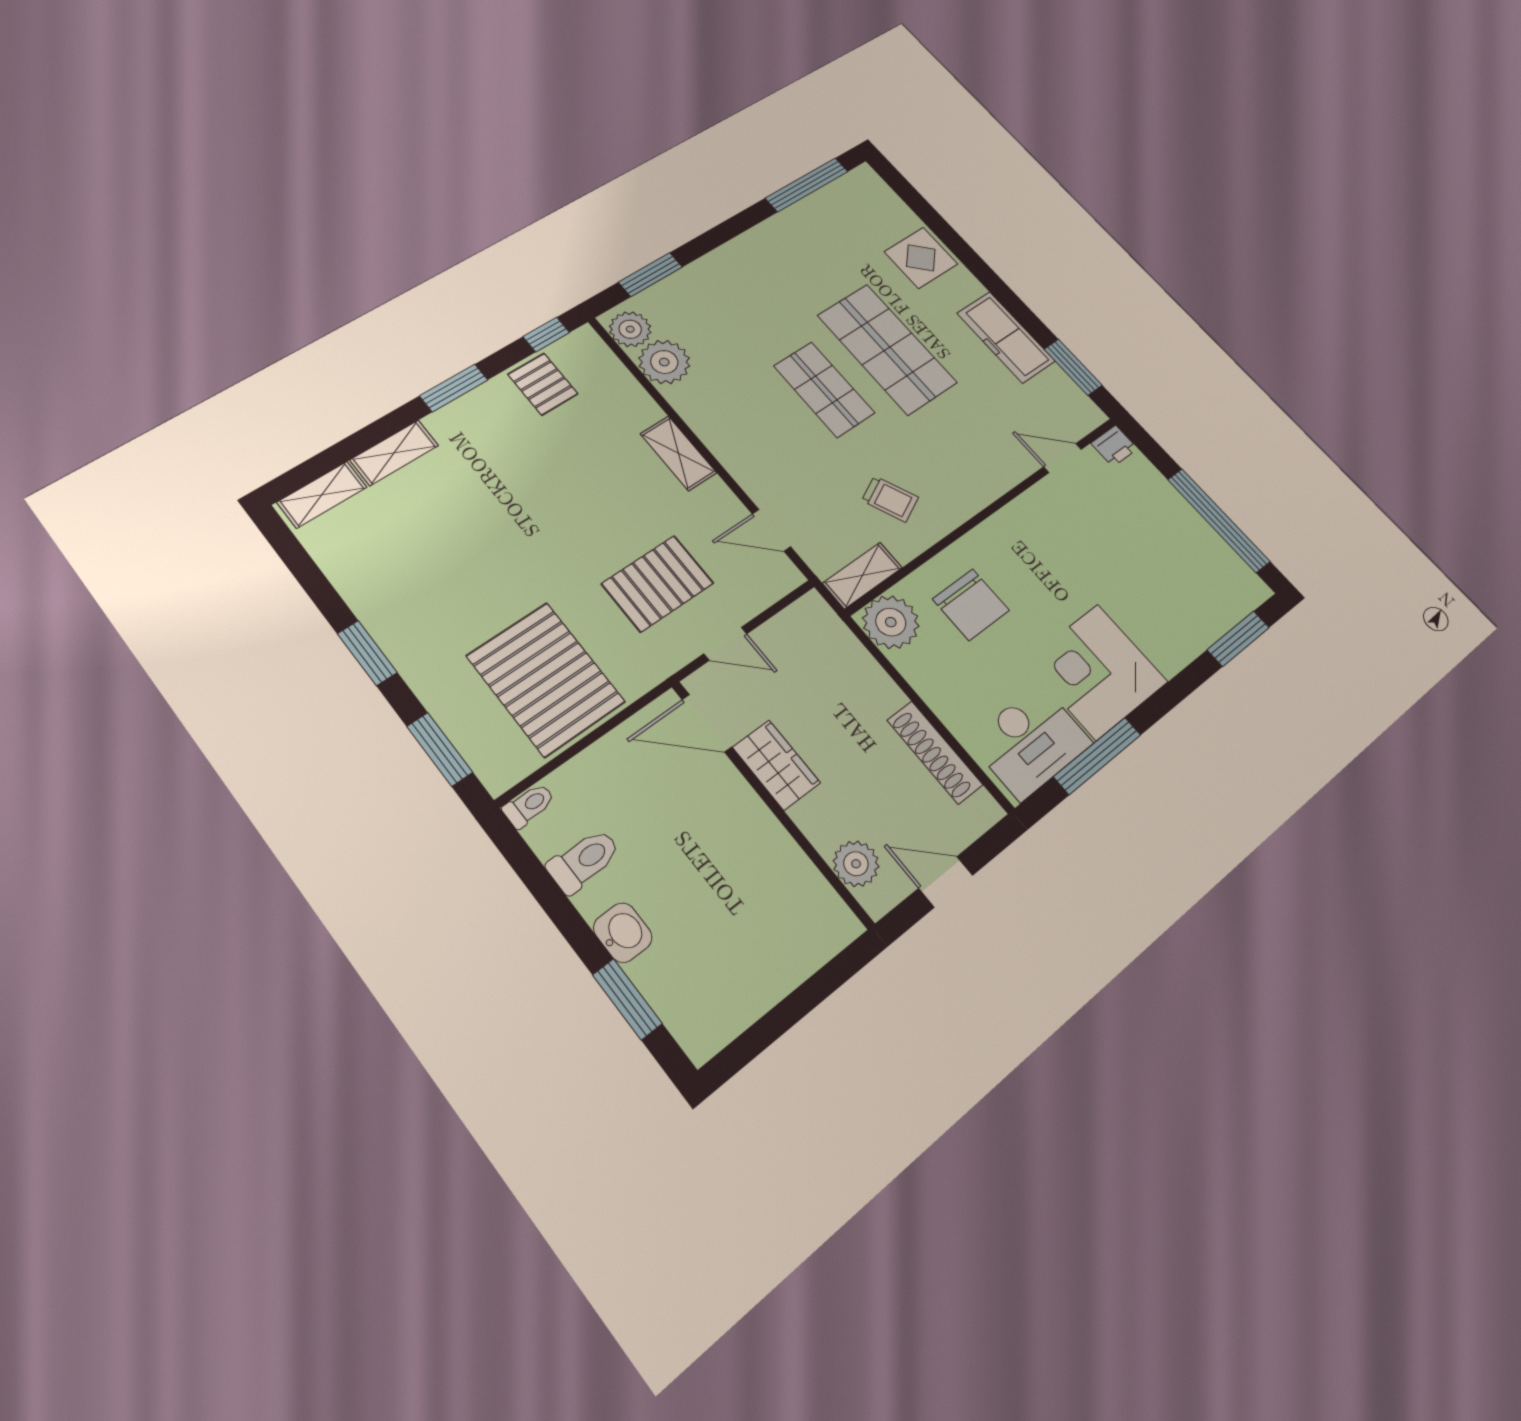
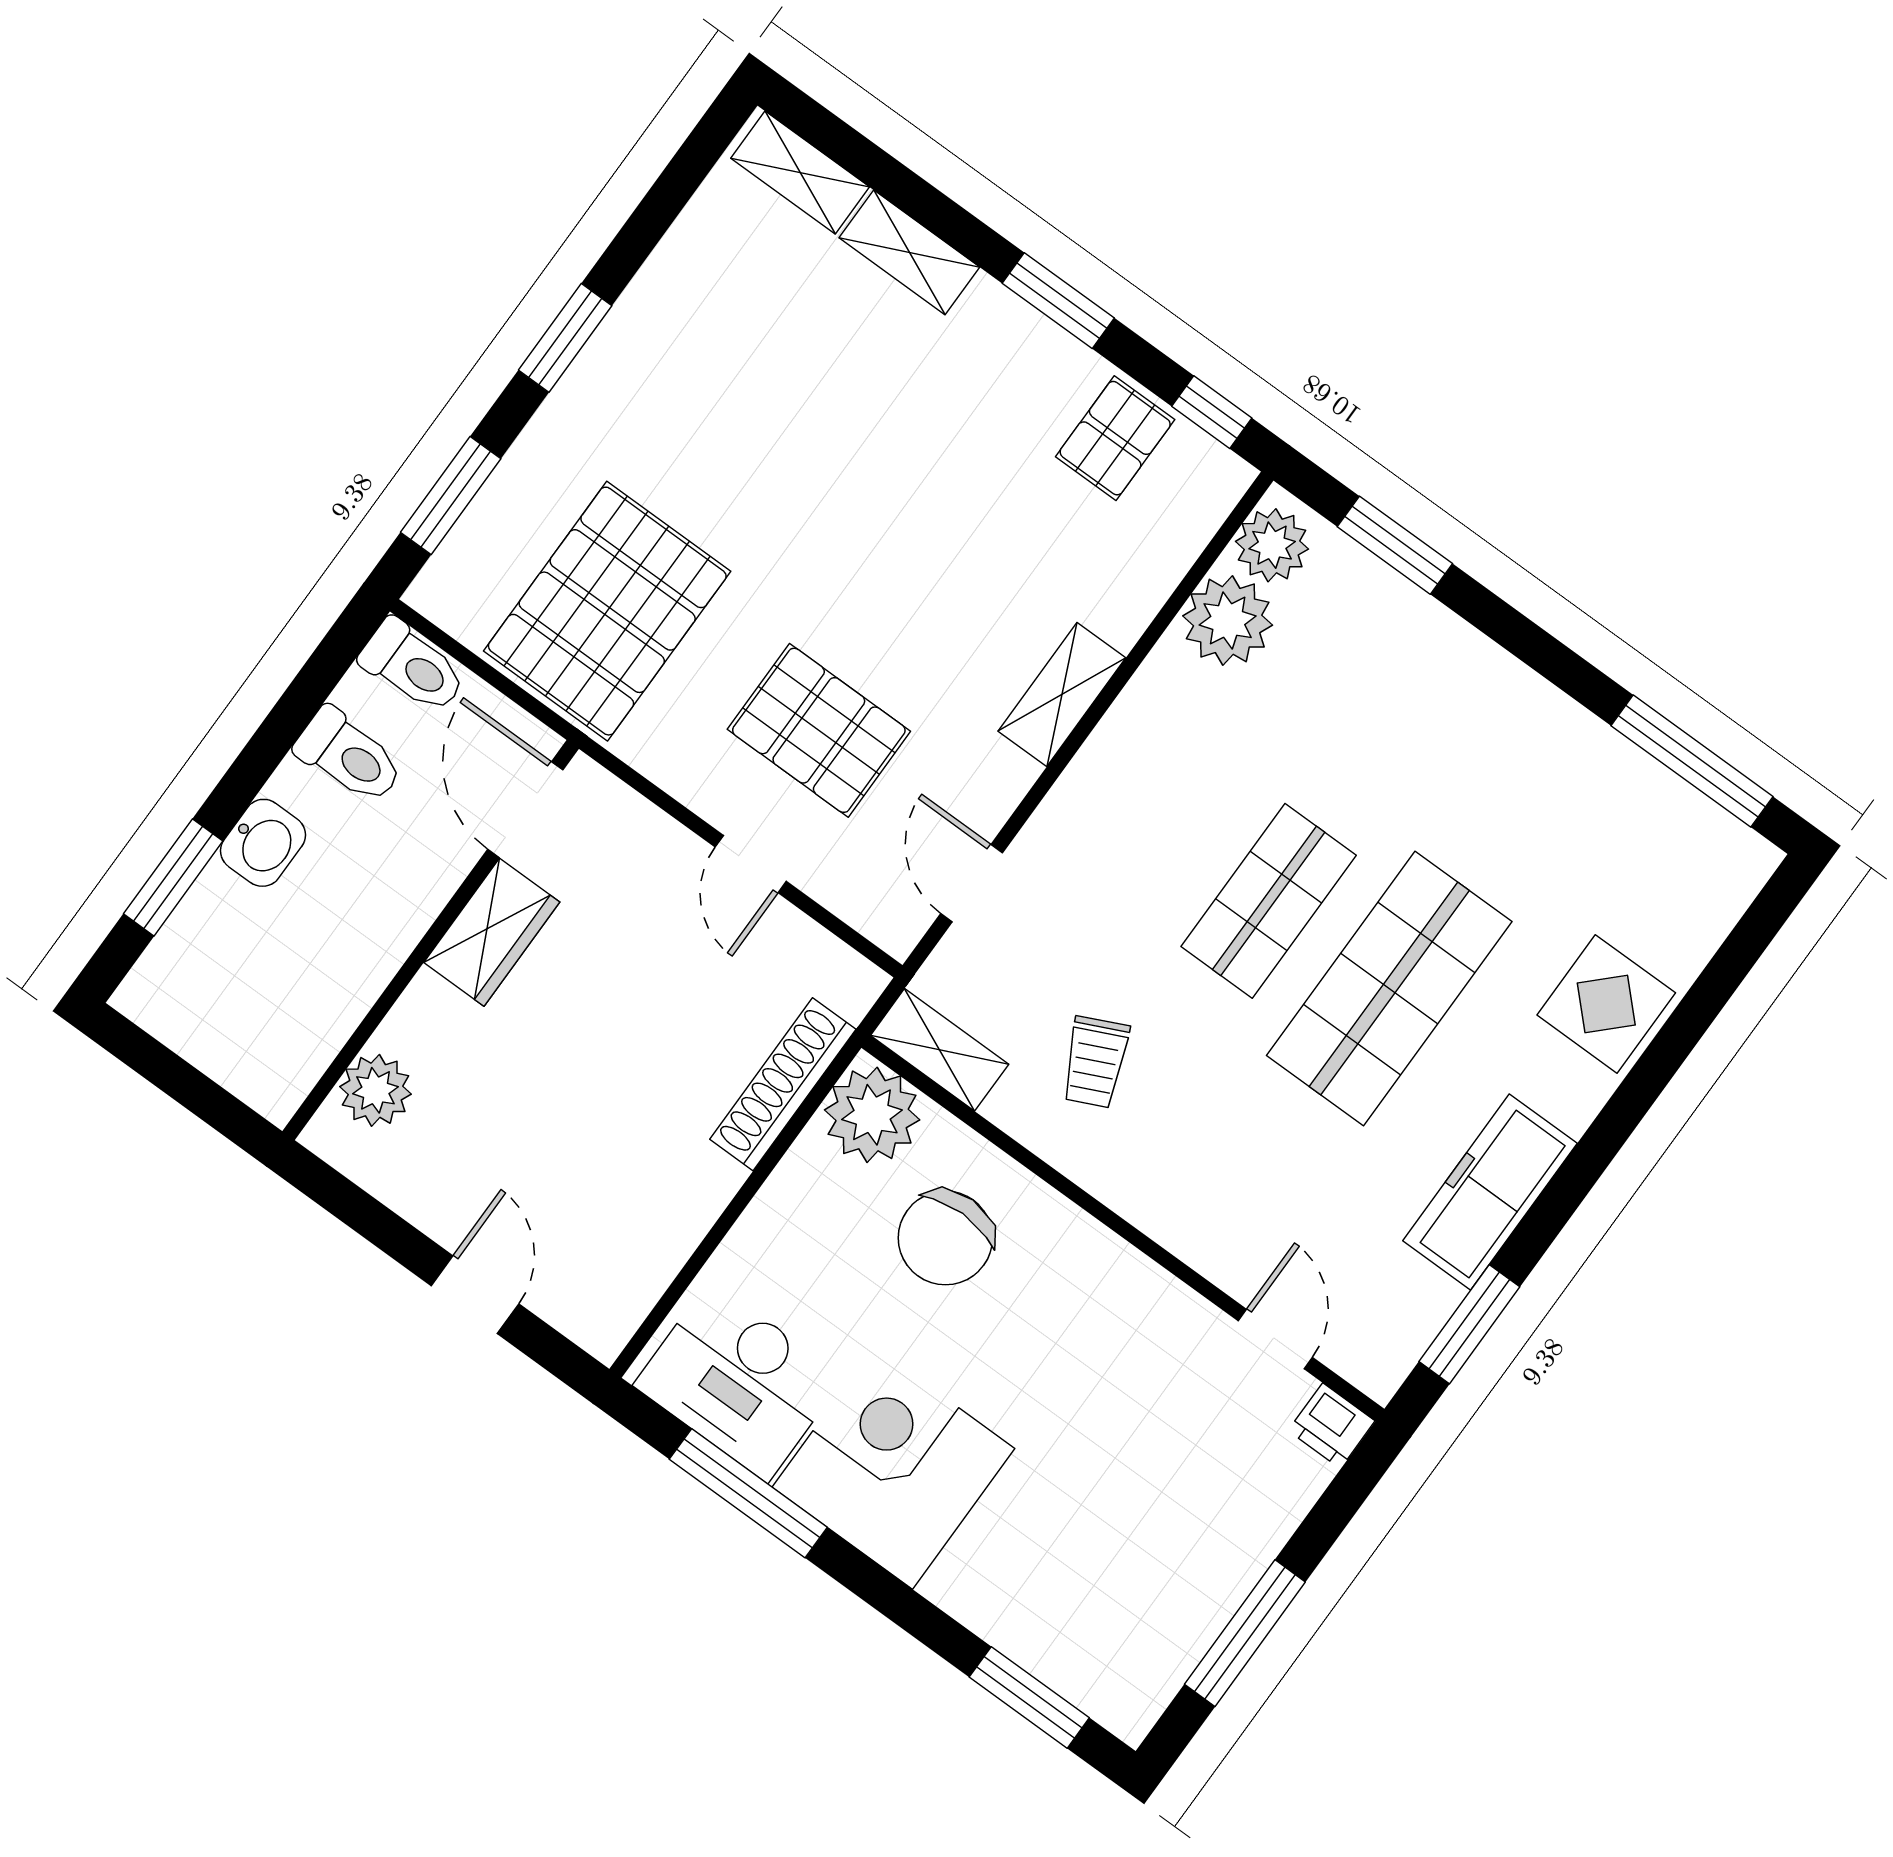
window: (1219, 520) -> (1245, 1633), width x0.68
door: (707, 723) -> (525, 810), moved
shoe rack: (935, 752) -> (783, 1084), moved
wardrobe: (776, 765) -> (492, 932), moved
wall: (771, 803) -> (431, 940), moved
toilet: (529, 805) -> (413, 666), width x1.37, depth x1.39
plant: (856, 864) -> (375, 1090), moved

